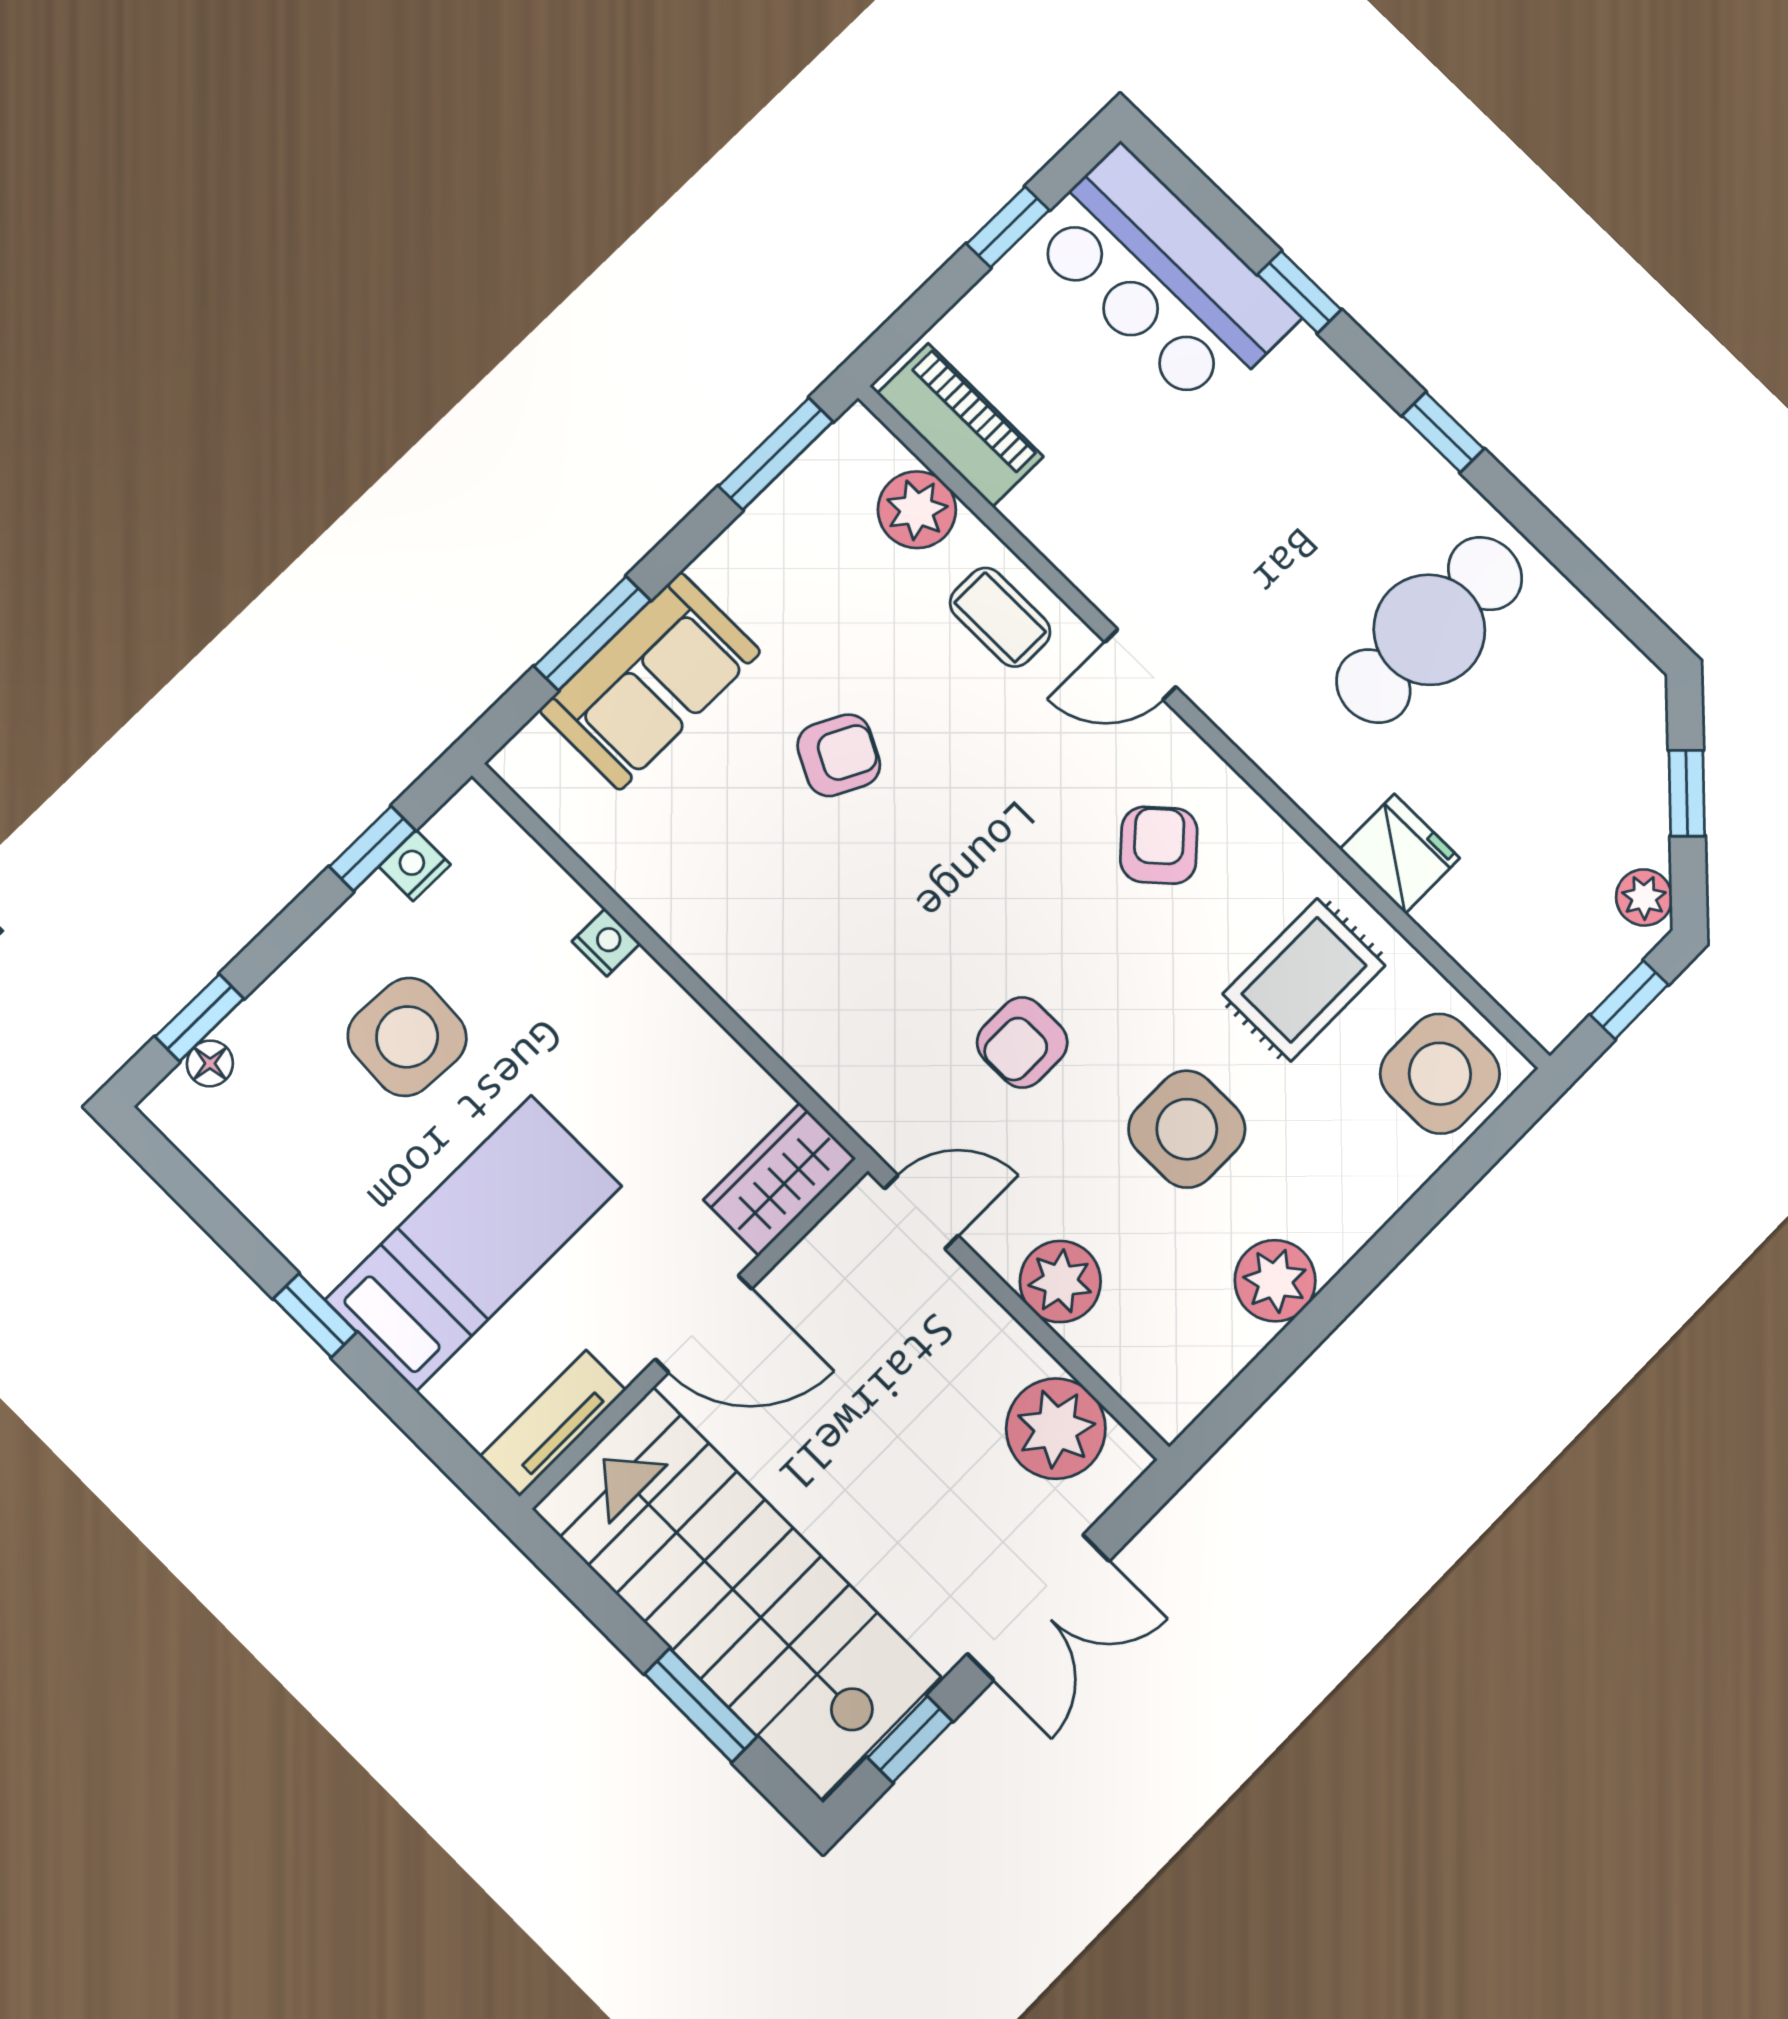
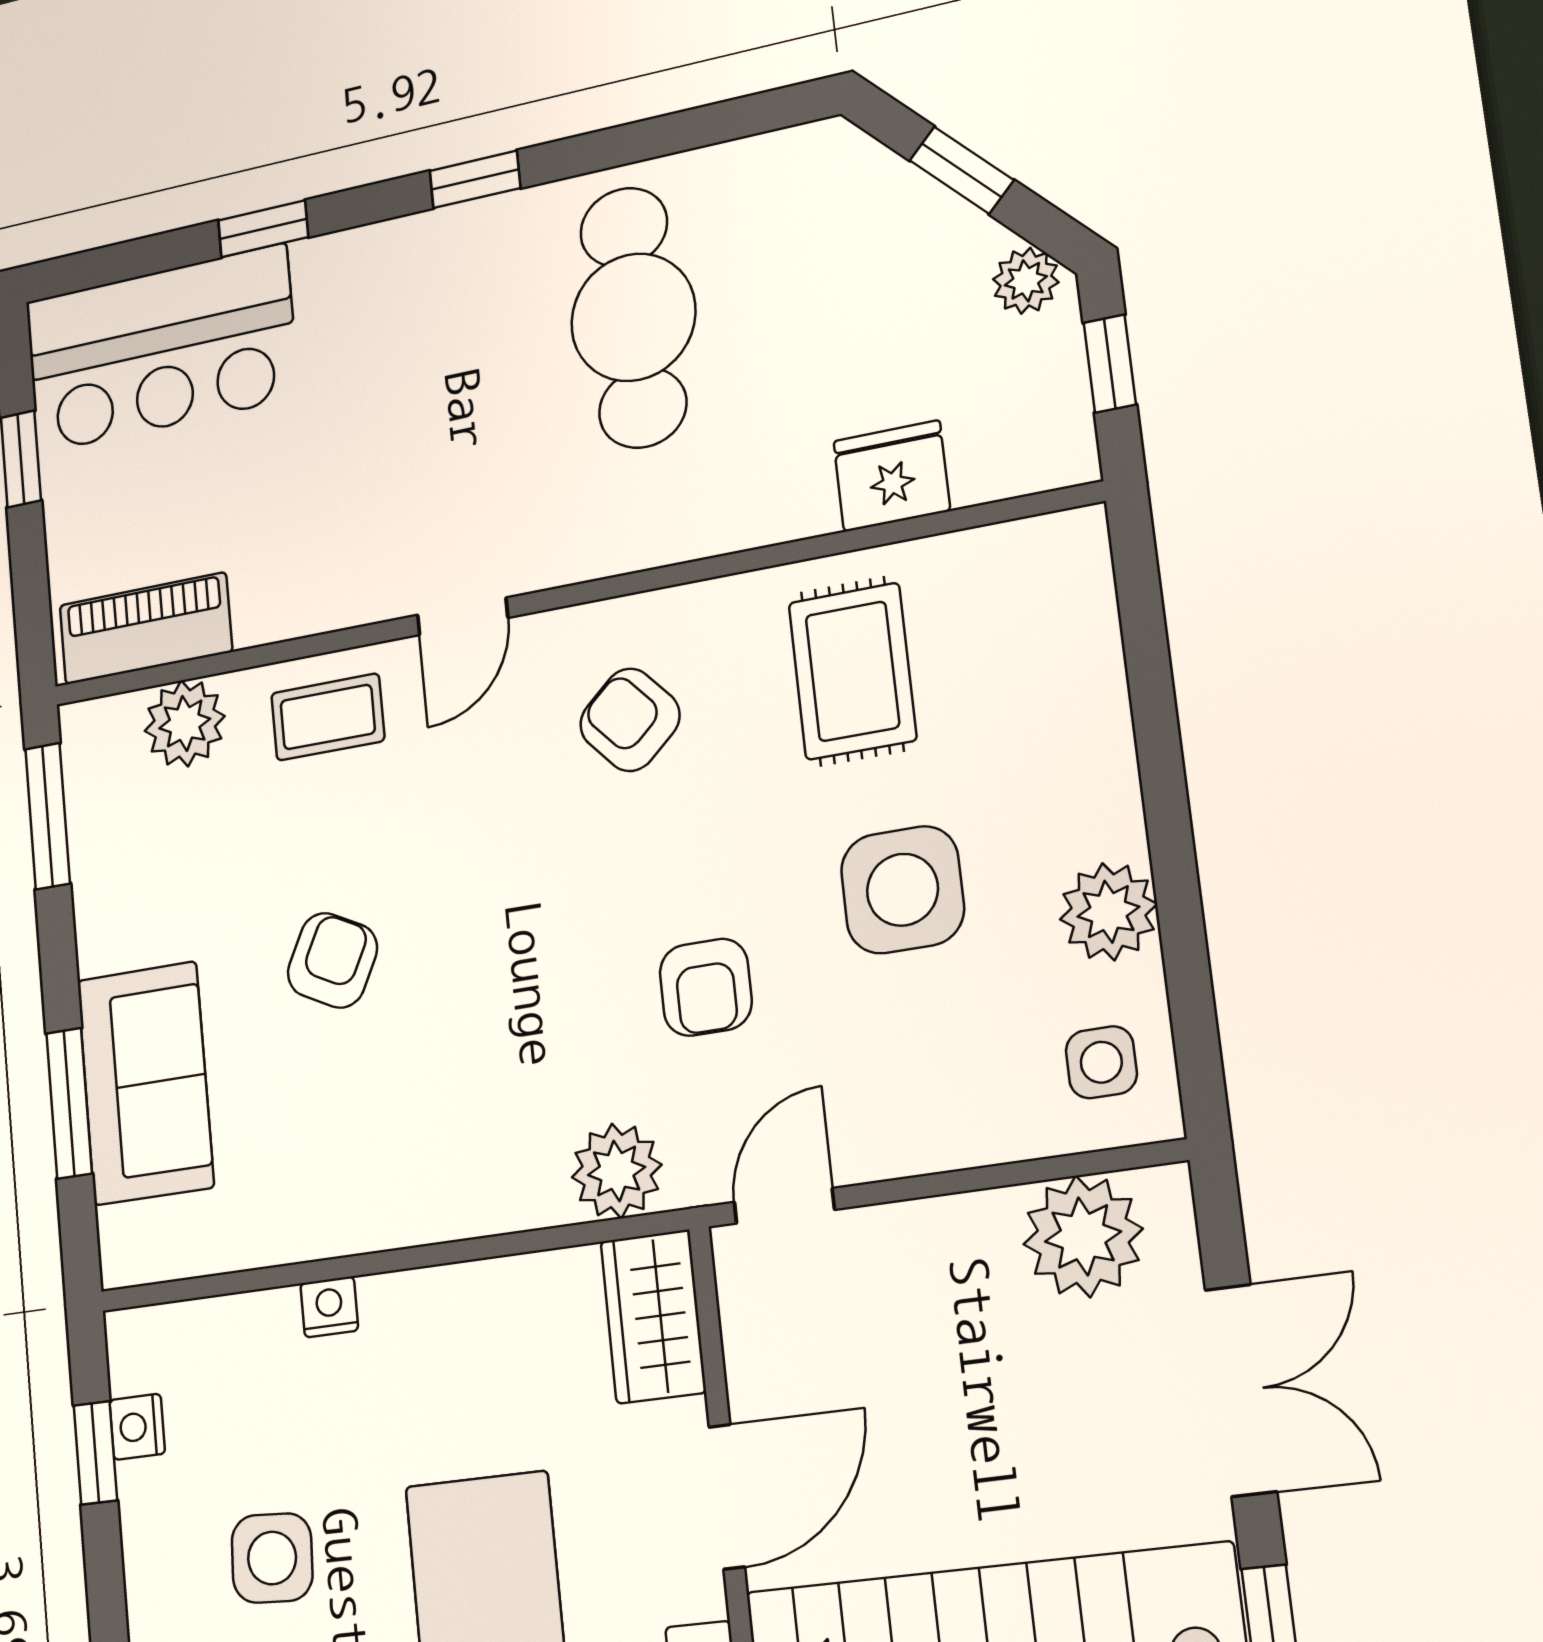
fridge: (1400, 854) -> (892, 476), moved
side table: (407, 1037) -> (272, 1558), width x0.73, depth x0.73
side table: (1440, 1074) -> (1101, 1062), moved, width x0.54, depth x0.54
plant: (1060, 1282) -> (617, 1171), moved

